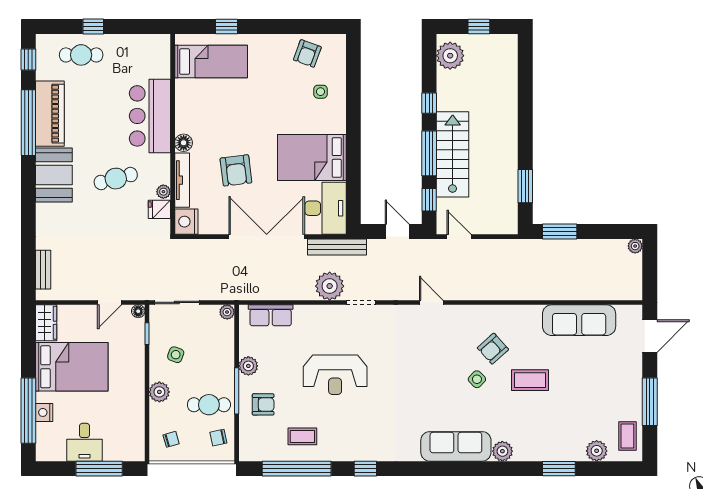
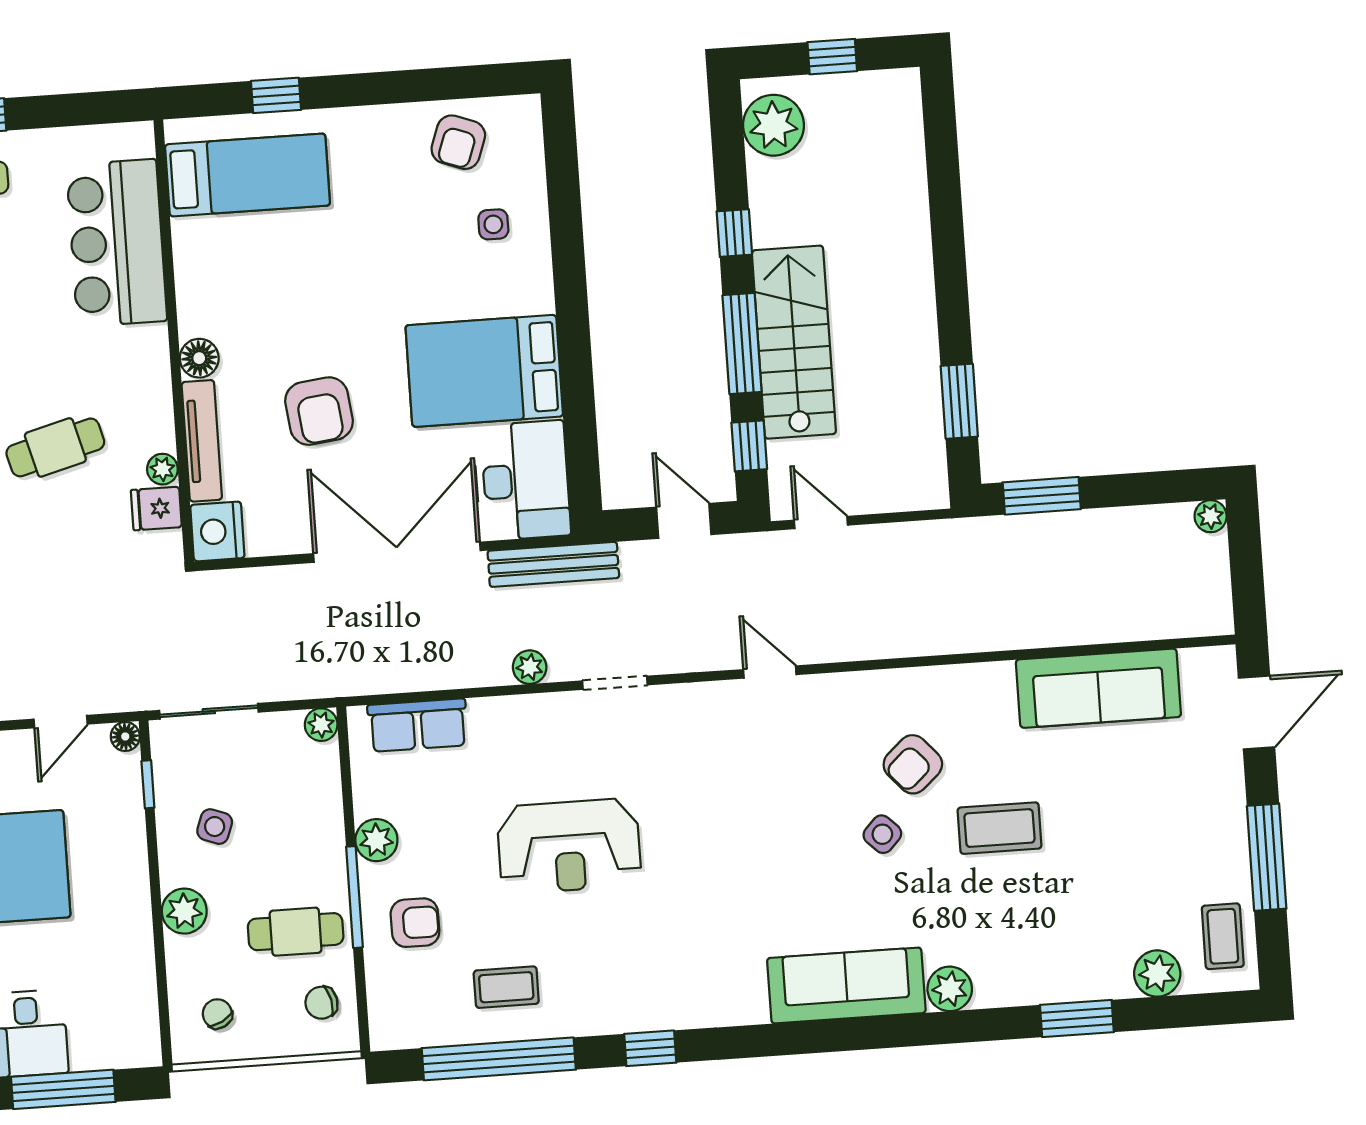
bar counter: (150, 116) -> (117, 243), moved
plant: (330, 286) -> (530, 667), width x0.53, depth x0.53
chair: (171, 439) -> (217, 1014), turned -102

